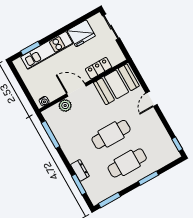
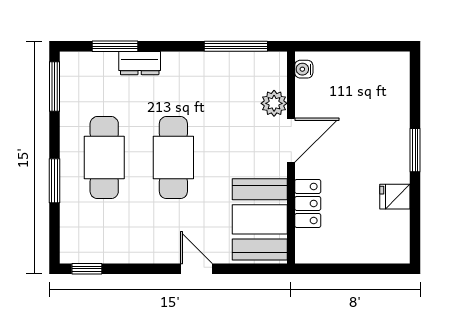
sliding door: (111, 27) -> (370, 269), removed
fridge: (81, 33) -> (395, 197), width x0.53, depth x0.75
window: (30, 48) -> (415, 150), moved
kitchen unit: (47, 50) -> (394, 127), removed

